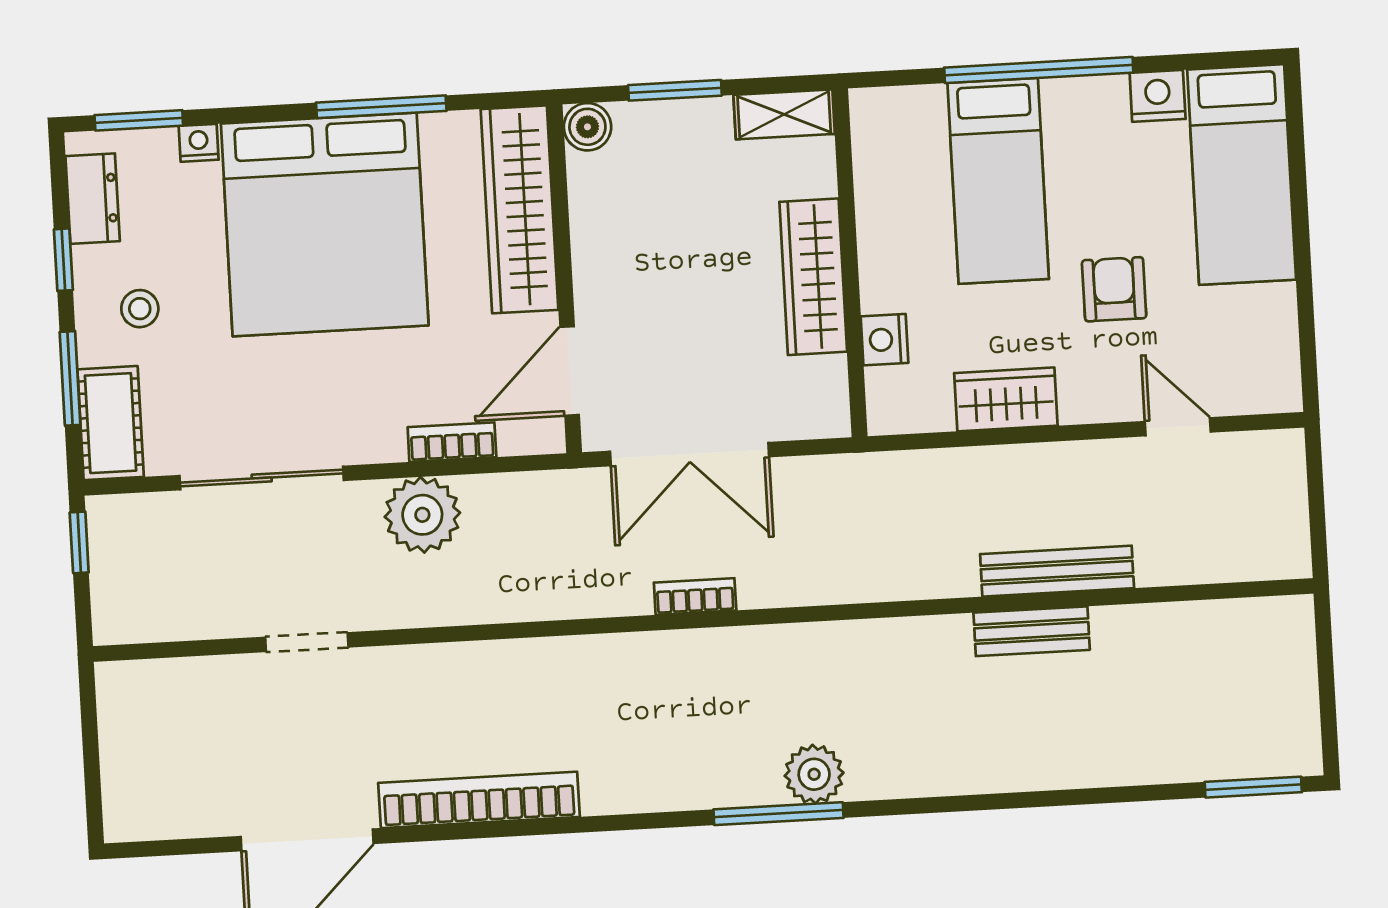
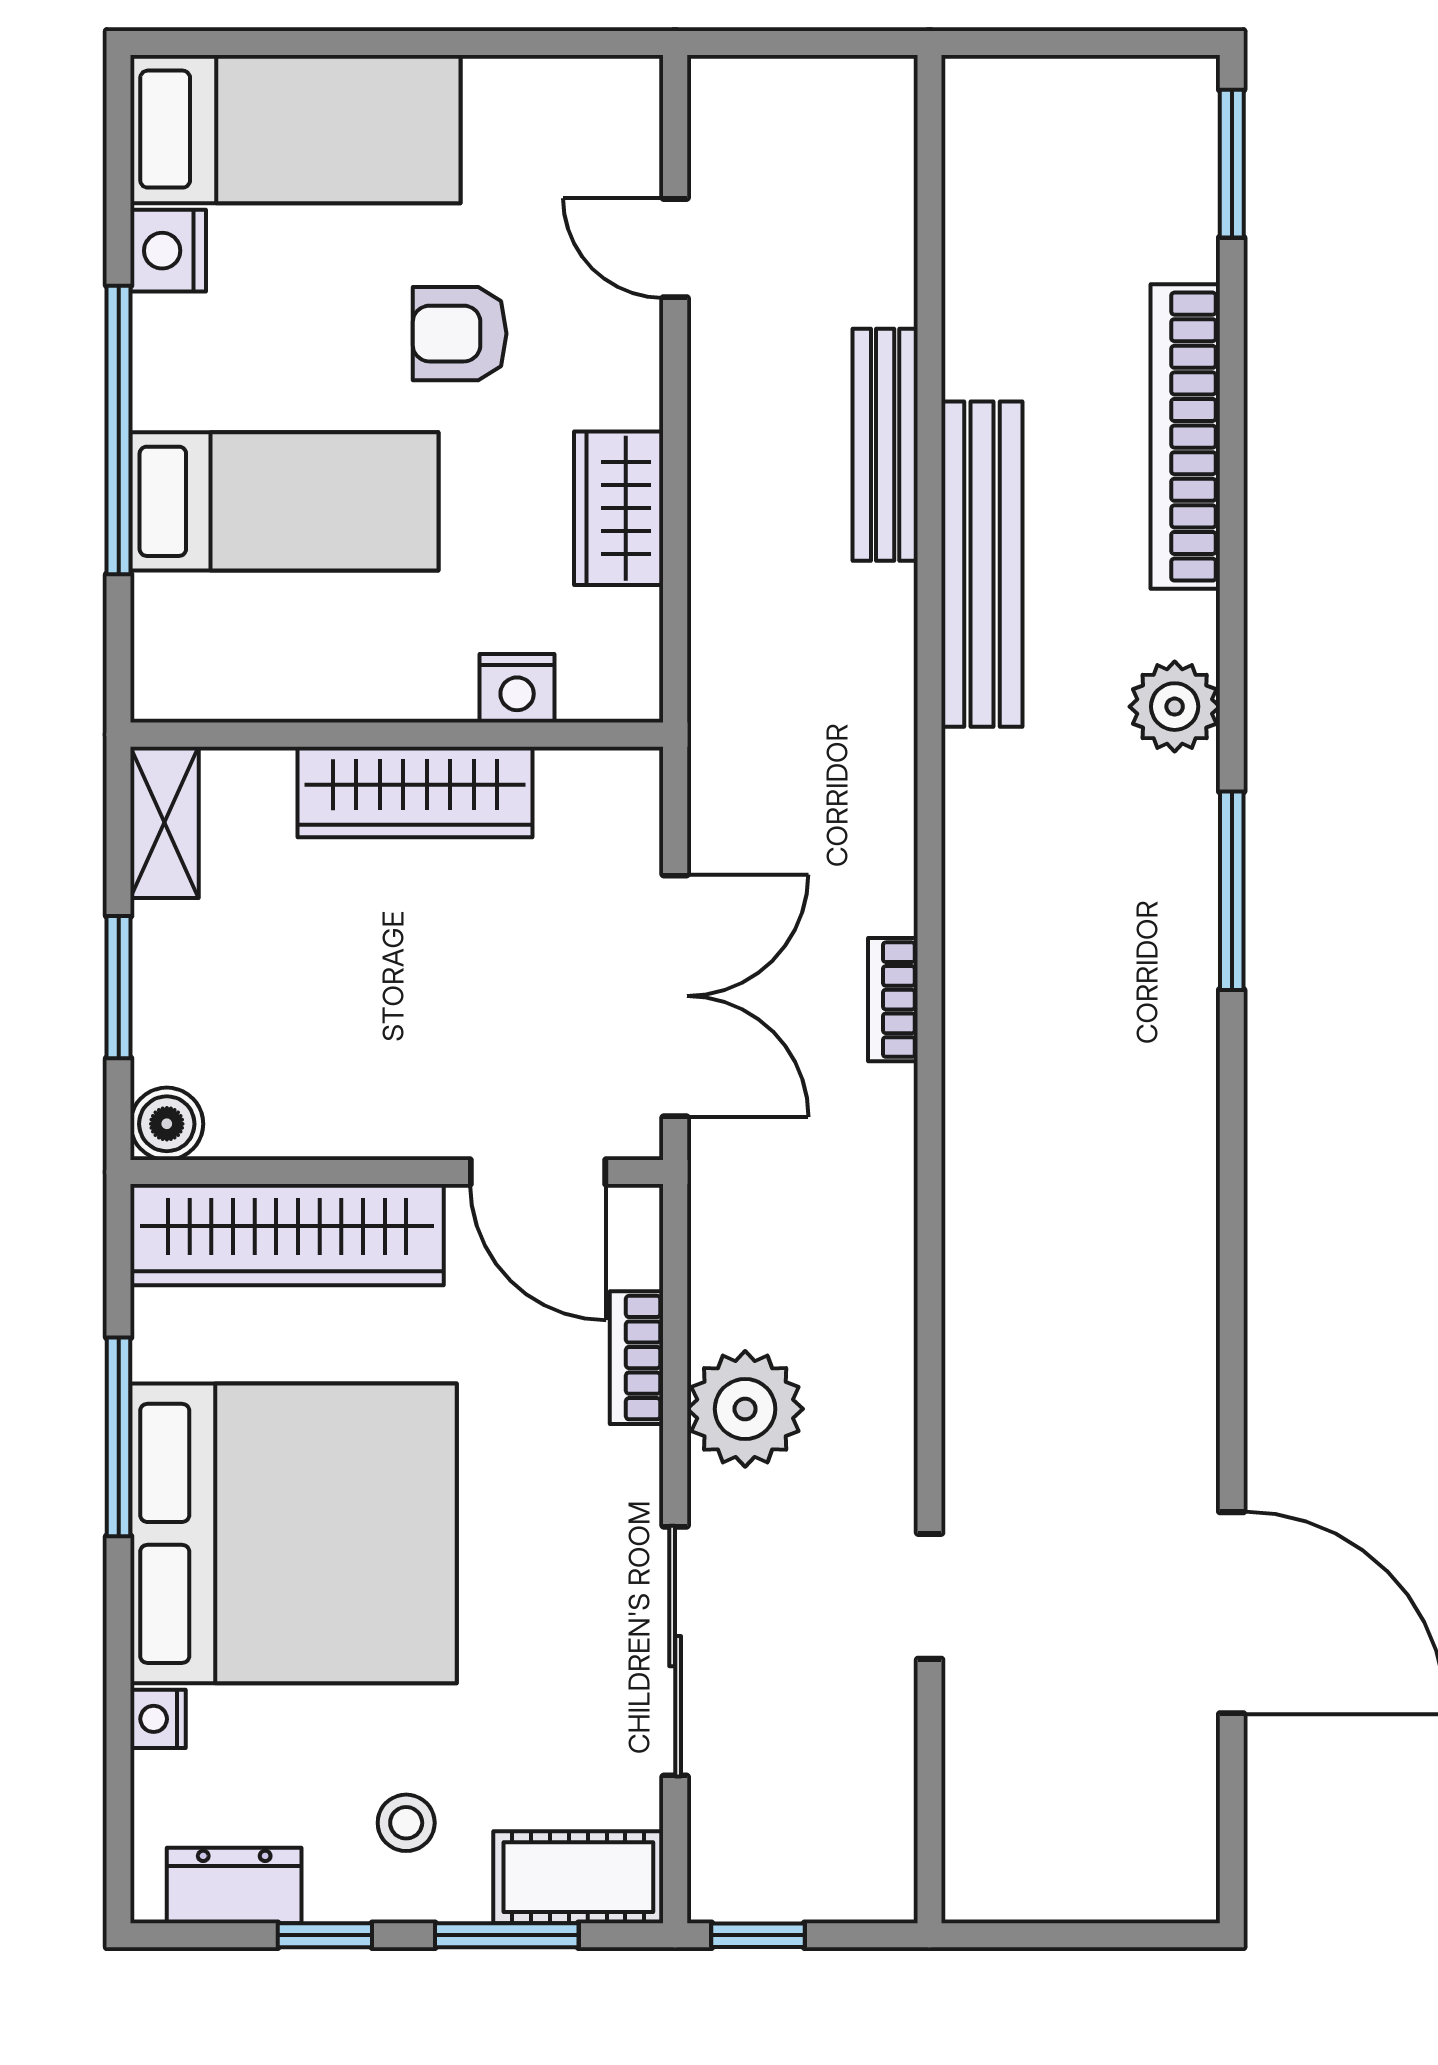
window: (139, 120) -> (119, 1808), removed
door: (1178, 427) -> (675, 248), hinge flipped
bench: (1032, 631) -> (982, 564), width x1.86, depth x1.21
plant: (814, 774) -> (1175, 707), moved
bookcase: (479, 800) -> (1185, 437), moved

